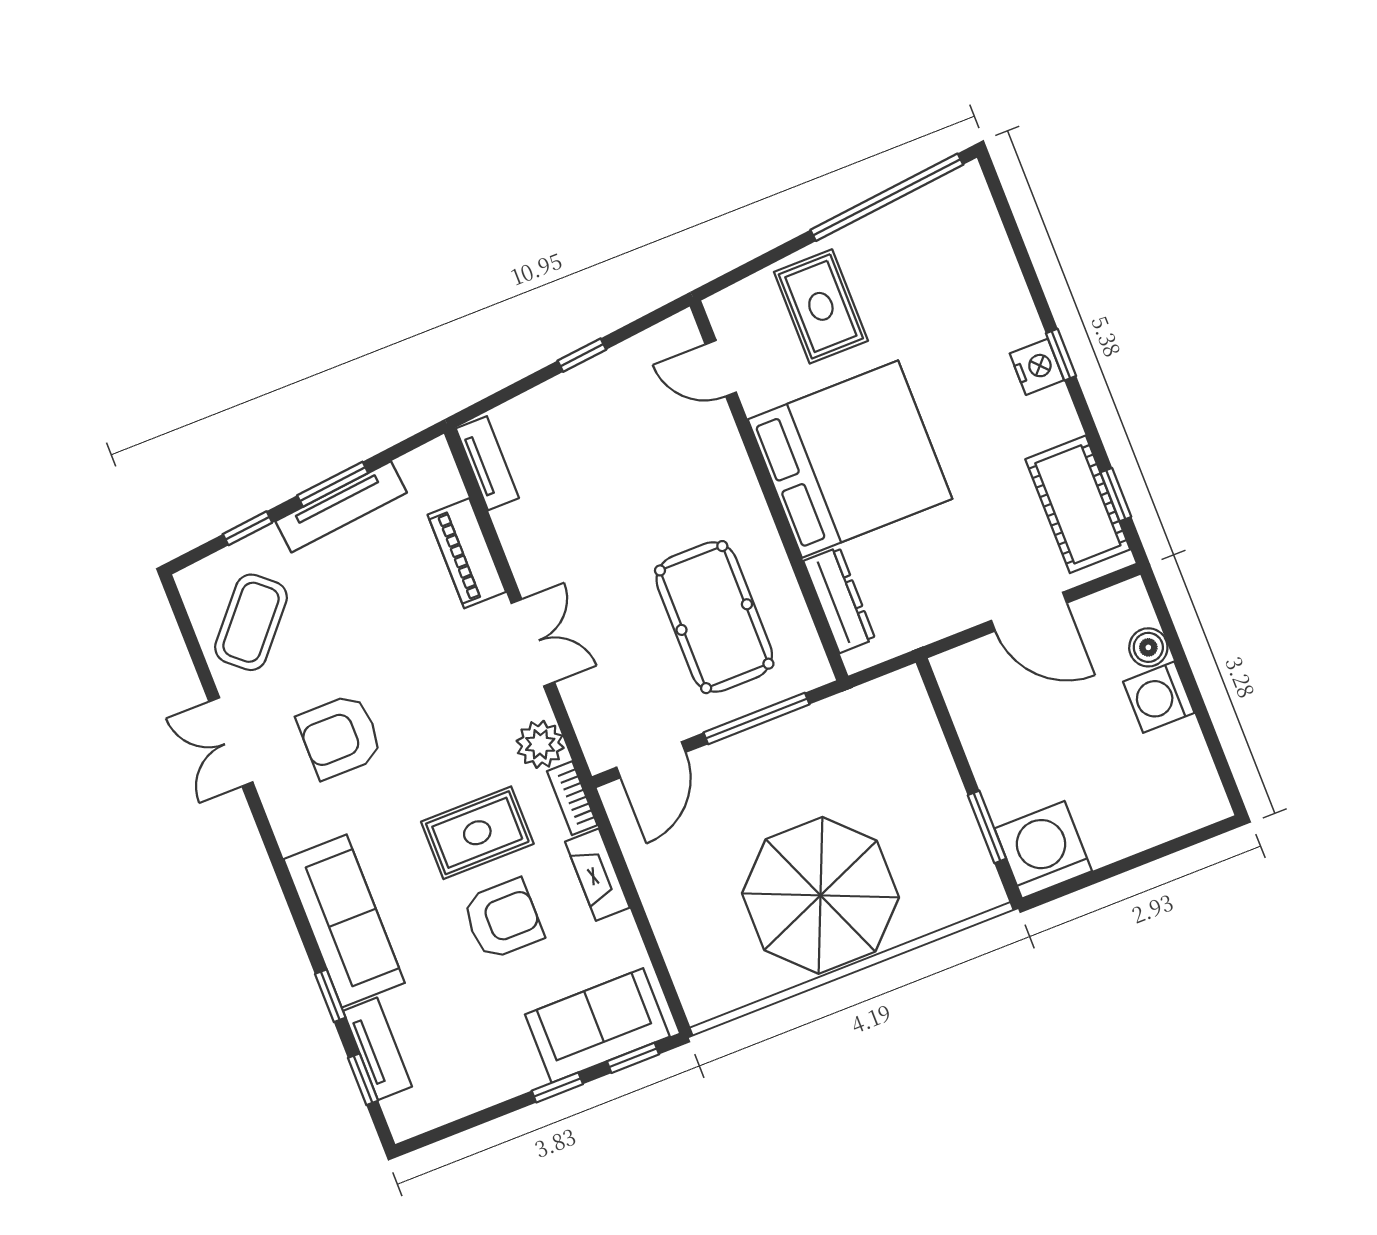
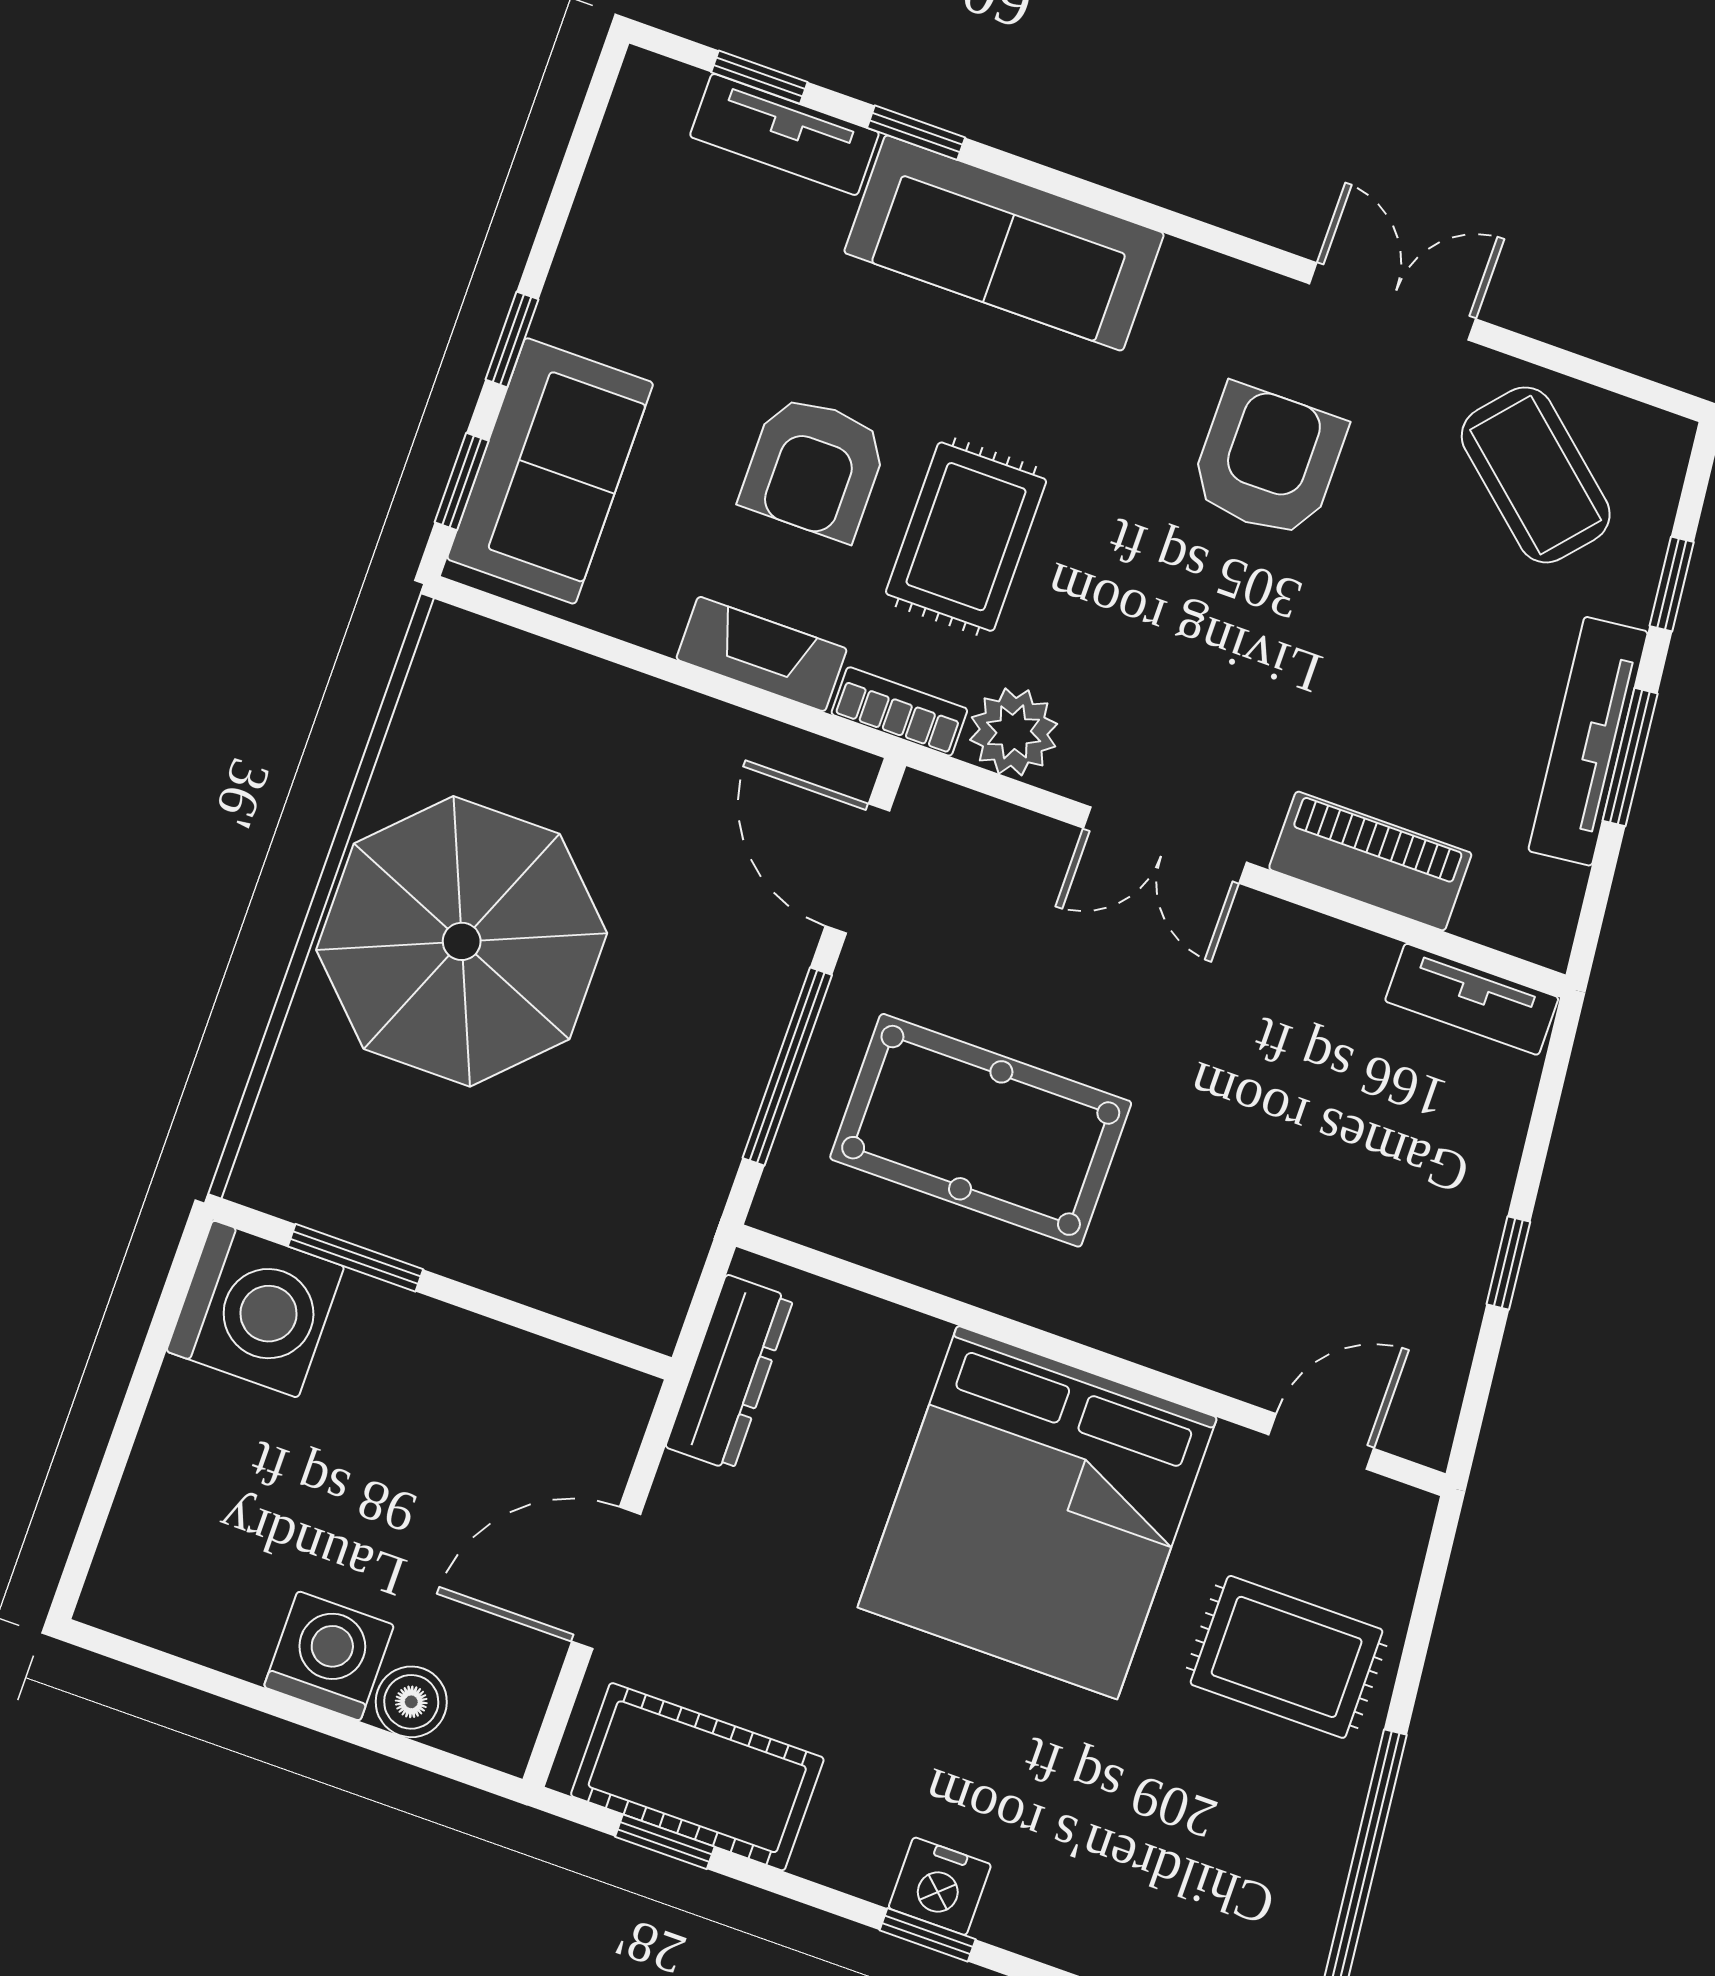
dresser: (839, 600) -> (730, 1373), moved, turned -90

